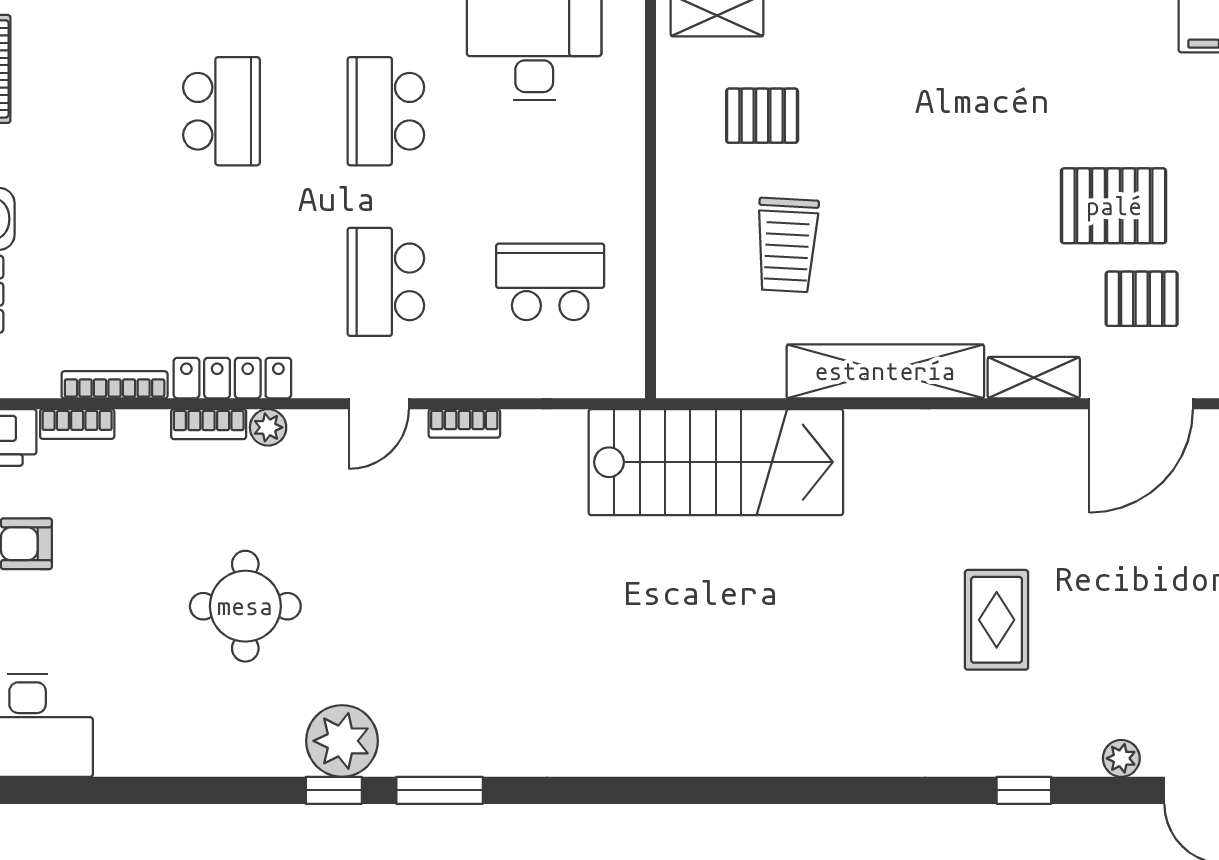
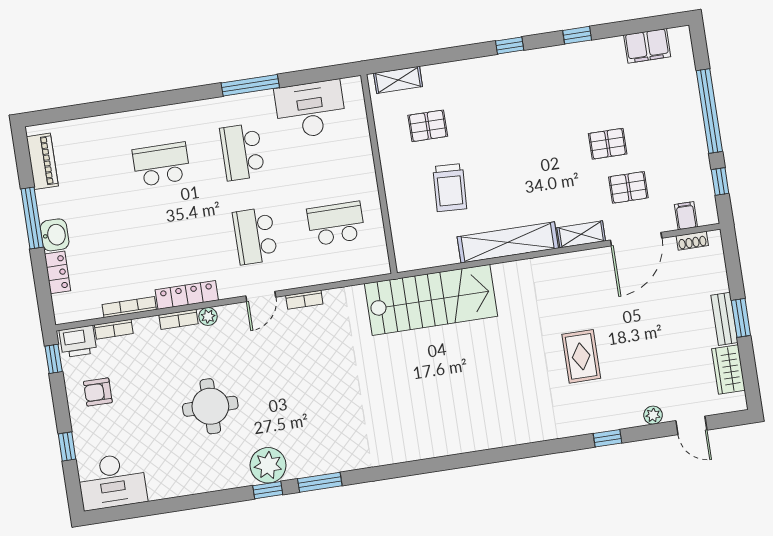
school desk: (222, 111) -> (161, 164), turned -90
pallet: (1114, 206) -> (608, 144), width x0.67, depth x0.71

